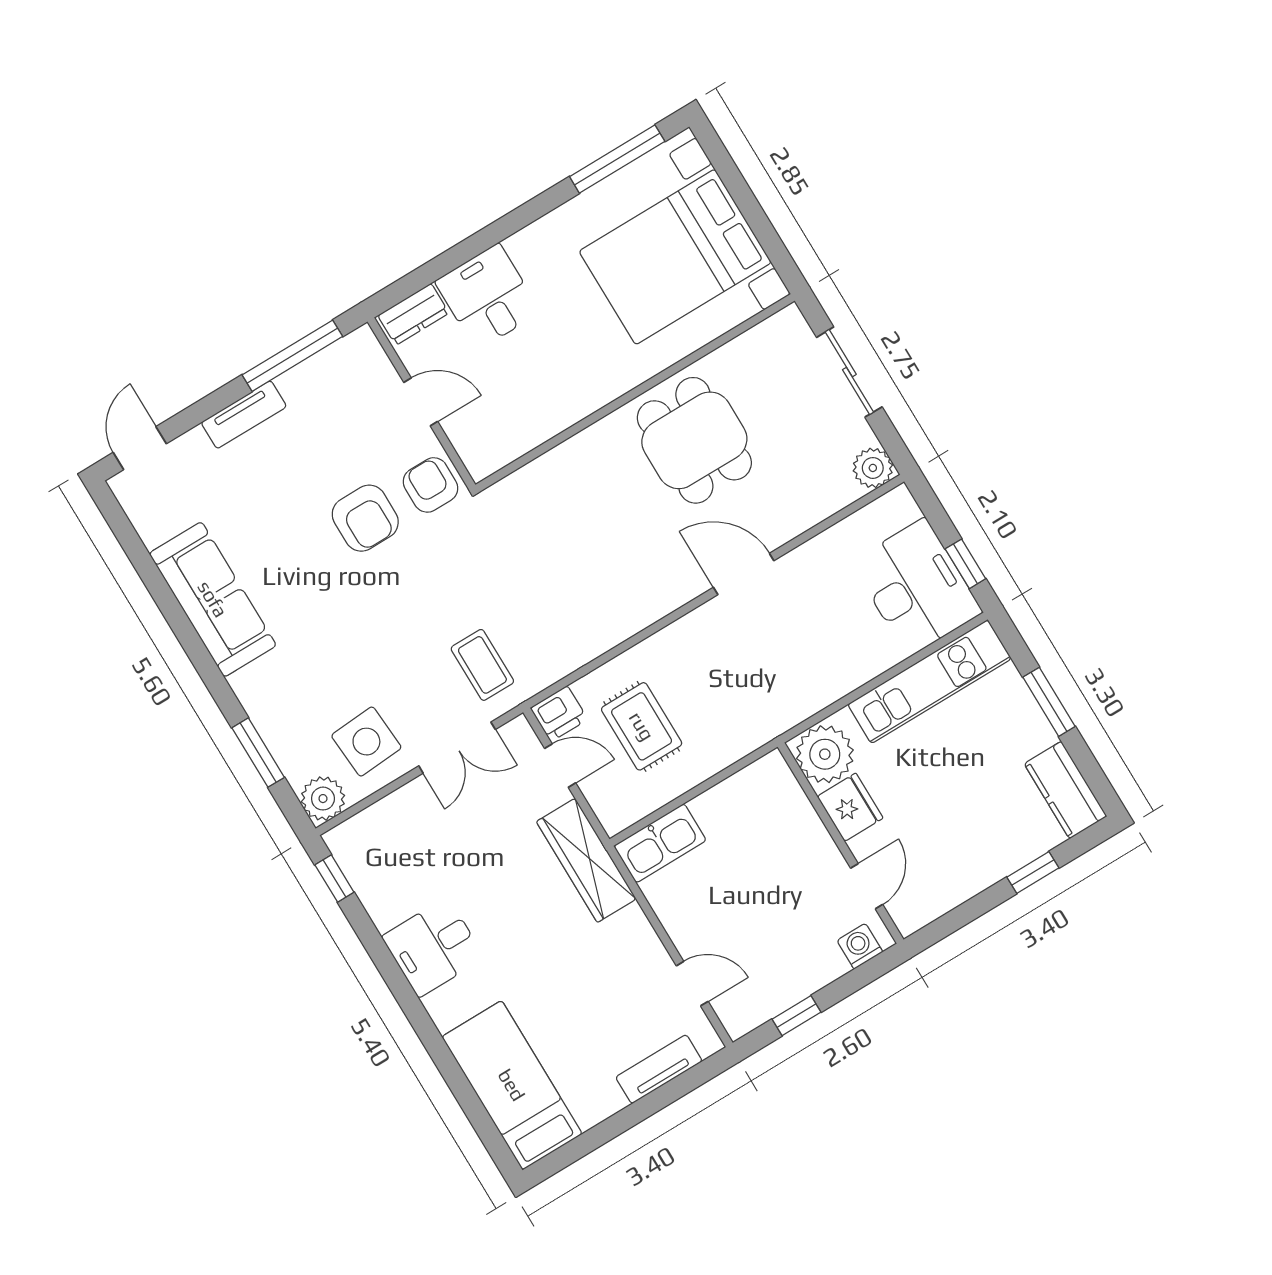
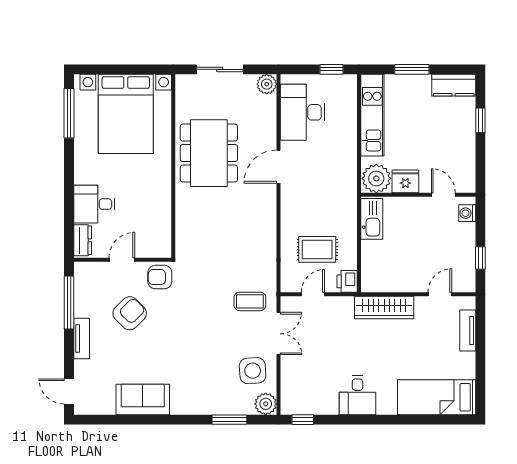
dining table: (694, 440) -> (209, 153), width x1.38
armchair: (365, 518) -> (130, 313), moved, turned -45
desk: (917, 587) -> (303, 112), moved, turned -90
sofa: (213, 599) -> (143, 399), width x0.73
printer: (559, 714) -> (347, 281), moved, turned 180
kitchen sink: (660, 843) -> (372, 219), moved
wardrobe: (586, 860) -> (384, 308), moved

